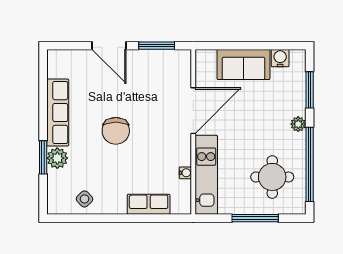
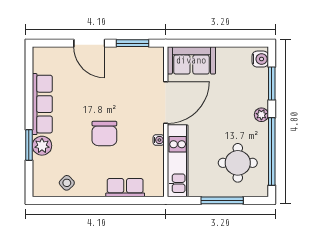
water cooler: (280, 58) -> (260, 59), moved, turned 90
sofa: (243, 64) -> (191, 60), moved
chair: (116, 131) -> (104, 133), moved
water cooler: (185, 173) -> (159, 140), moved

